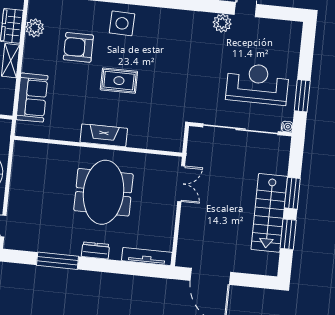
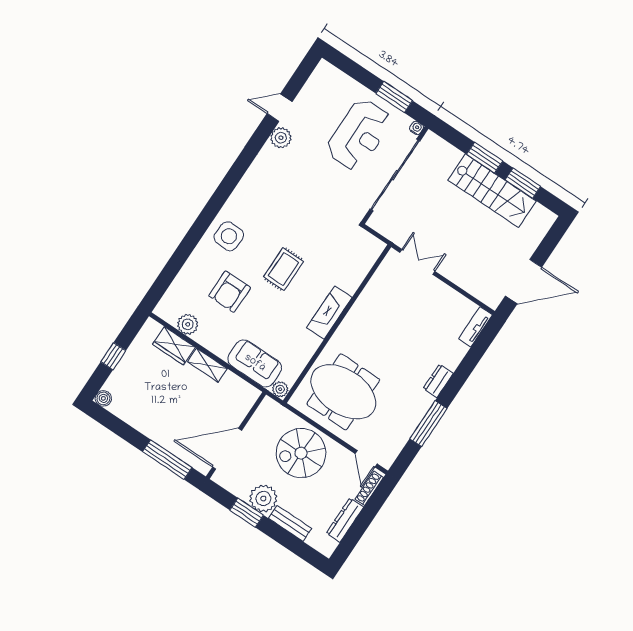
reception desk: (257, 84) -> (359, 135), turned 180
plant: (22, 129) -> (280, 389), added
meeting table: (104, 192) -> (343, 392), moved
tv unit: (147, 256) -> (475, 327), width x0.71

